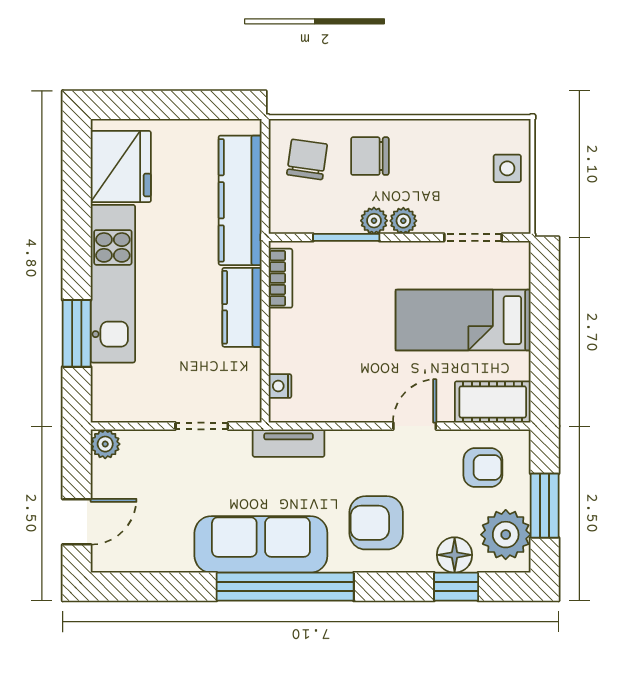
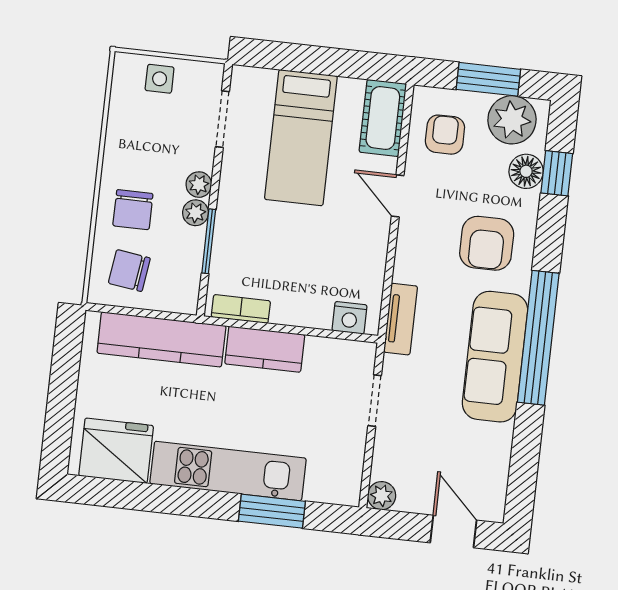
nightstand: (280, 386) -> (349, 318), width x1.39, depth x1.35

